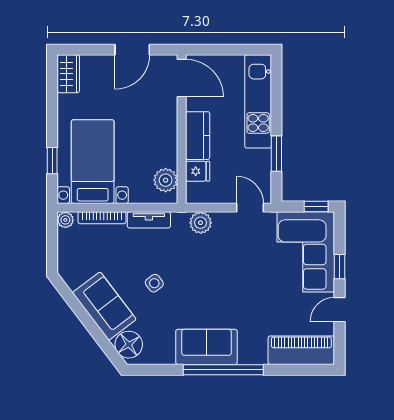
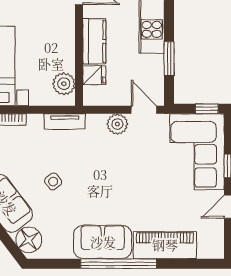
tv unit: (149, 220) -> (65, 121), moved
plant: (201, 223) -> (117, 124), moved
piano: (301, 350) -> (165, 245), moved

